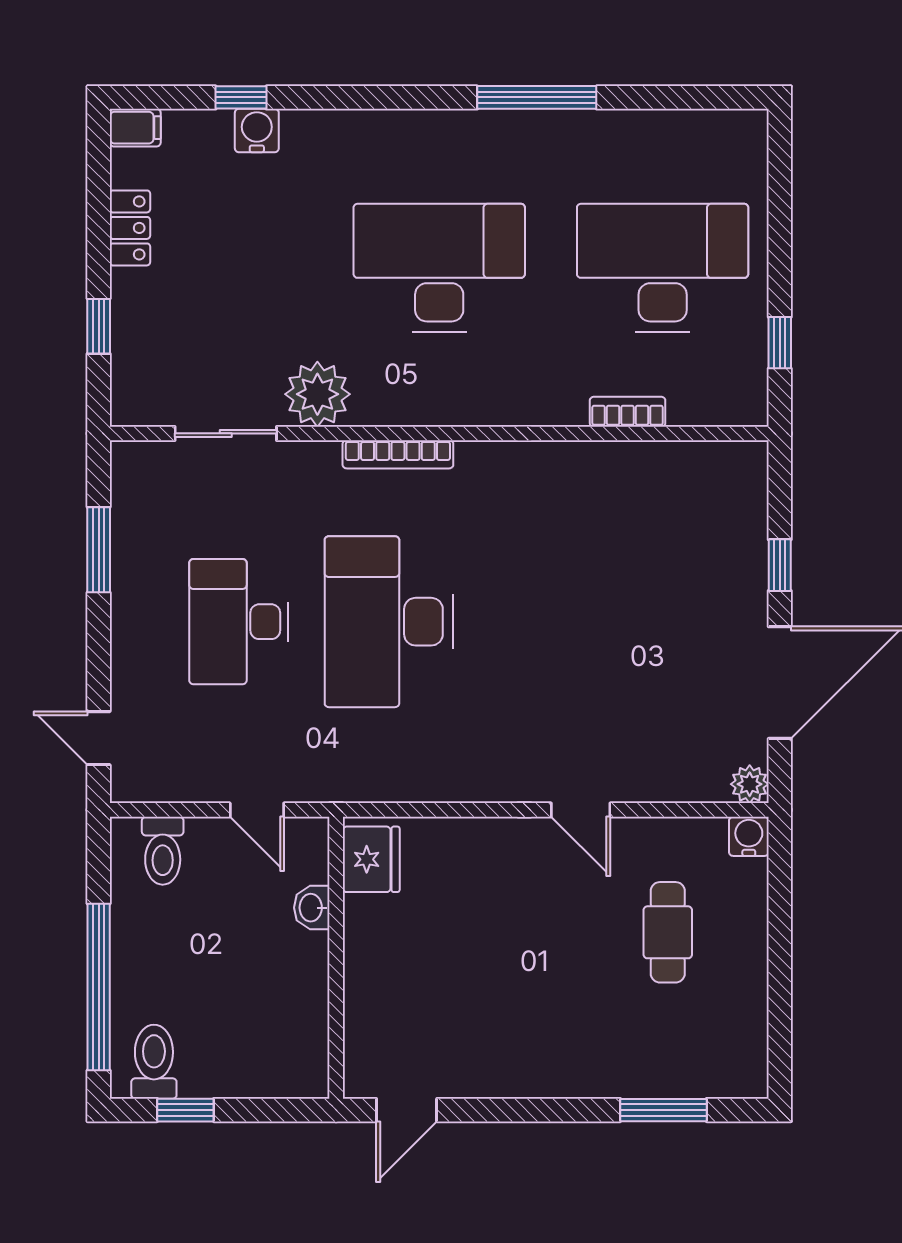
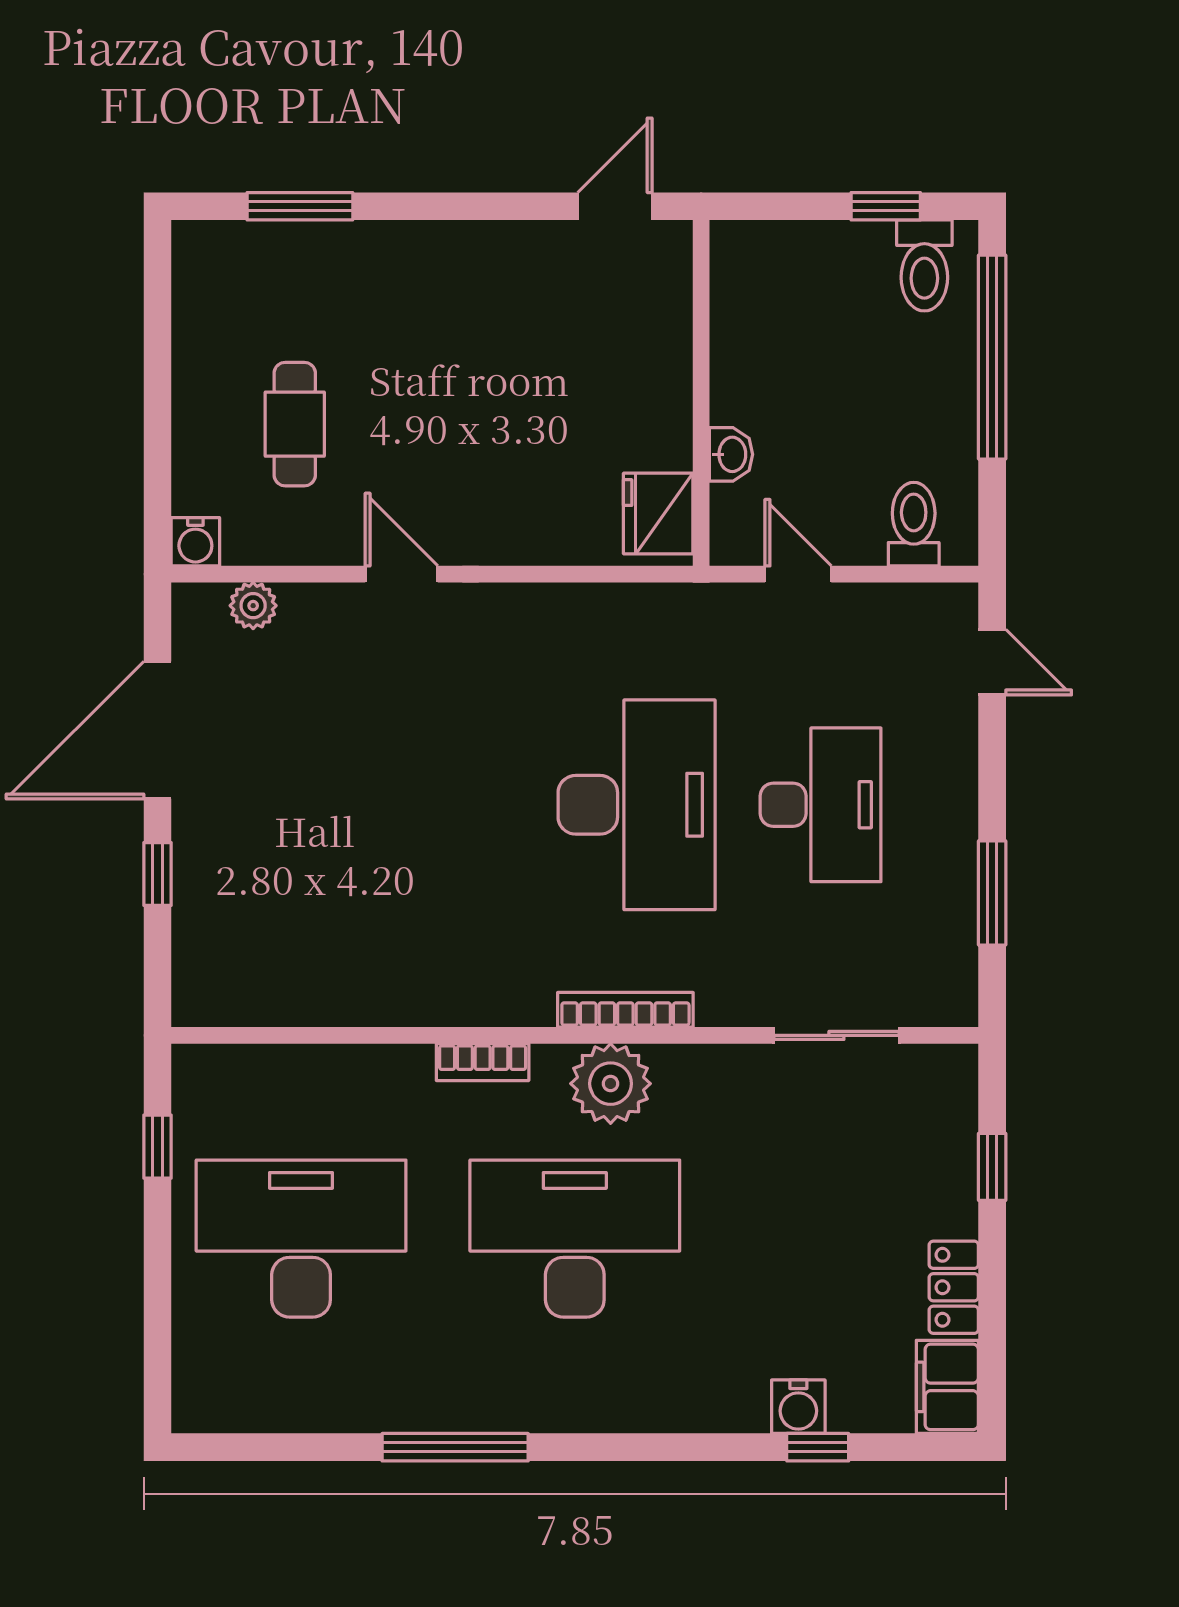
filing cabinet: (135, 128) -> (947, 1387), width x2.00
desk: (439, 268) -> (575, 1239), turned 180
desk: (663, 268) -> (301, 1239), turned 180
plant: (317, 394) -> (611, 1084), moved
bookcase: (628, 412) -> (483, 1062), moved
plant: (750, 784) -> (253, 606), moved

